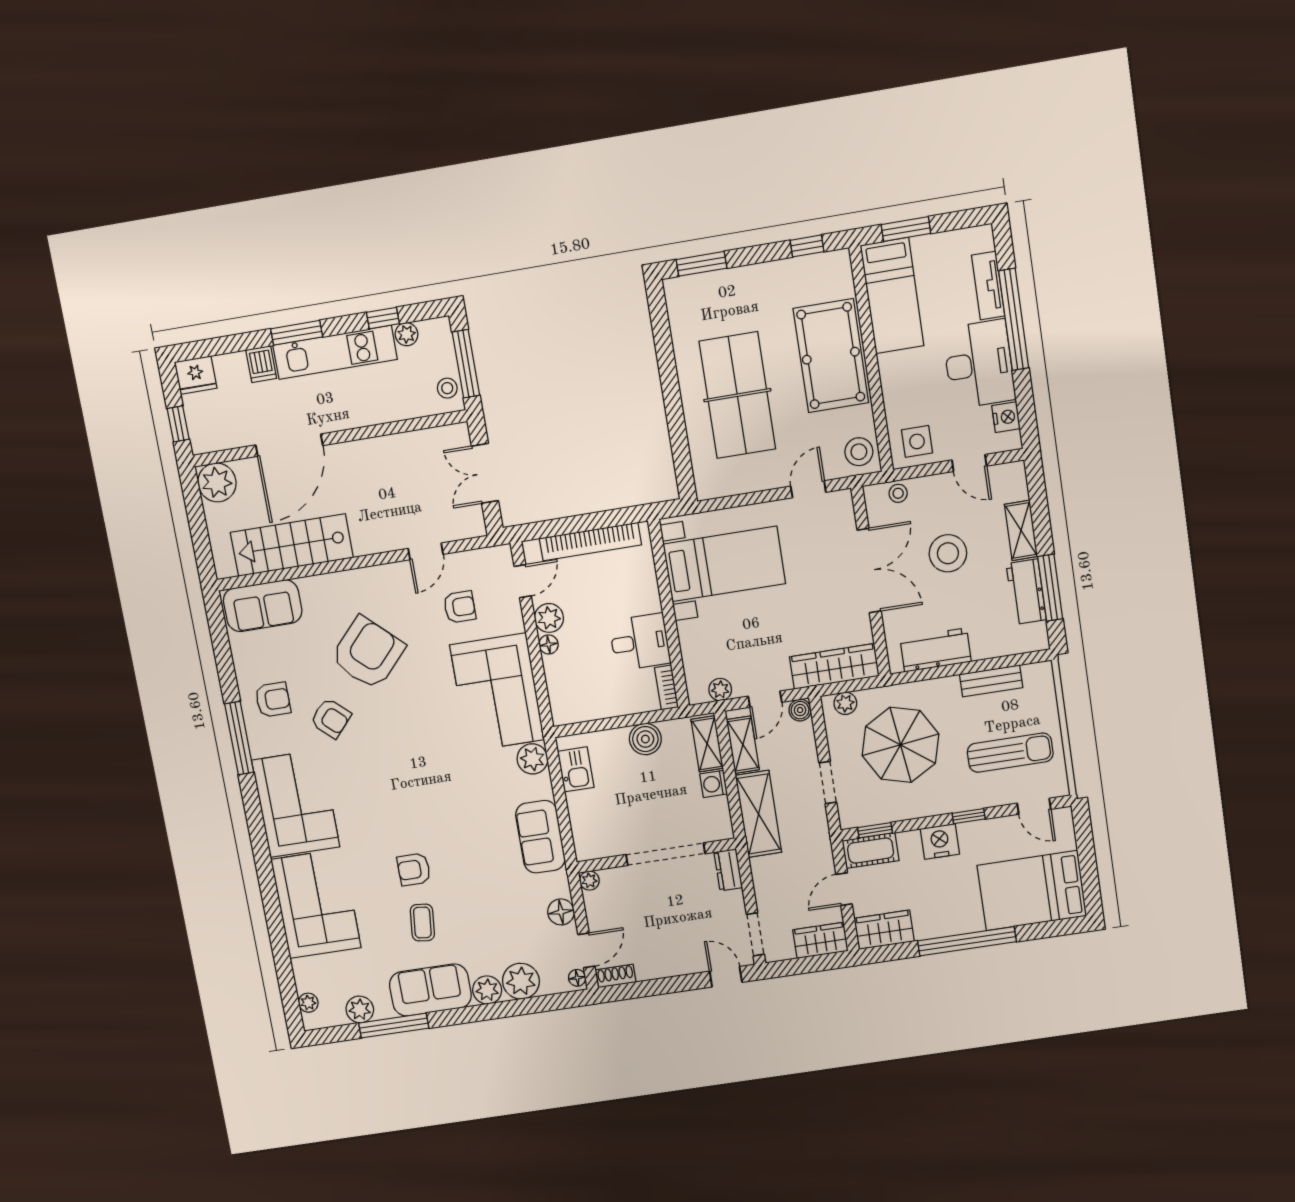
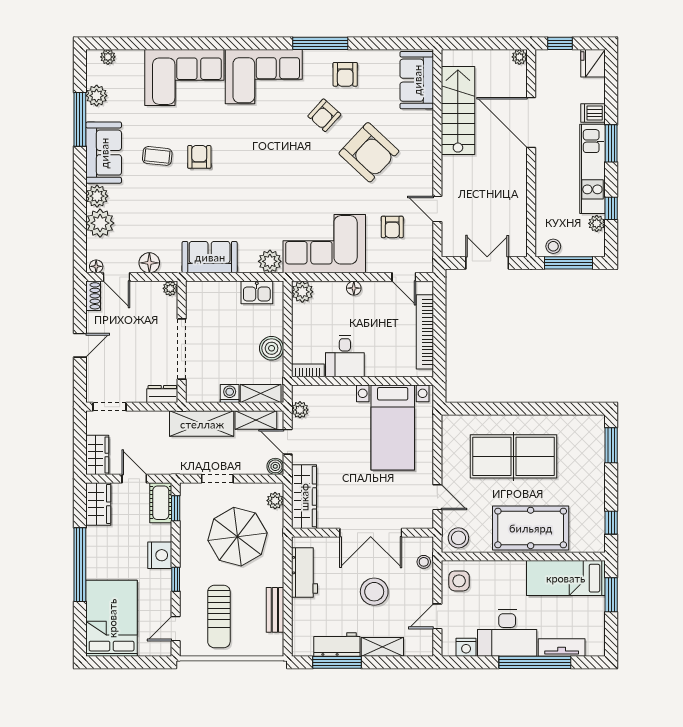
plant: (217, 482) -> (519, 57), width x0.53, depth x0.53
plant: (549, 618) -> (302, 292), moved
door: (726, 977) -> (80, 345), moved

